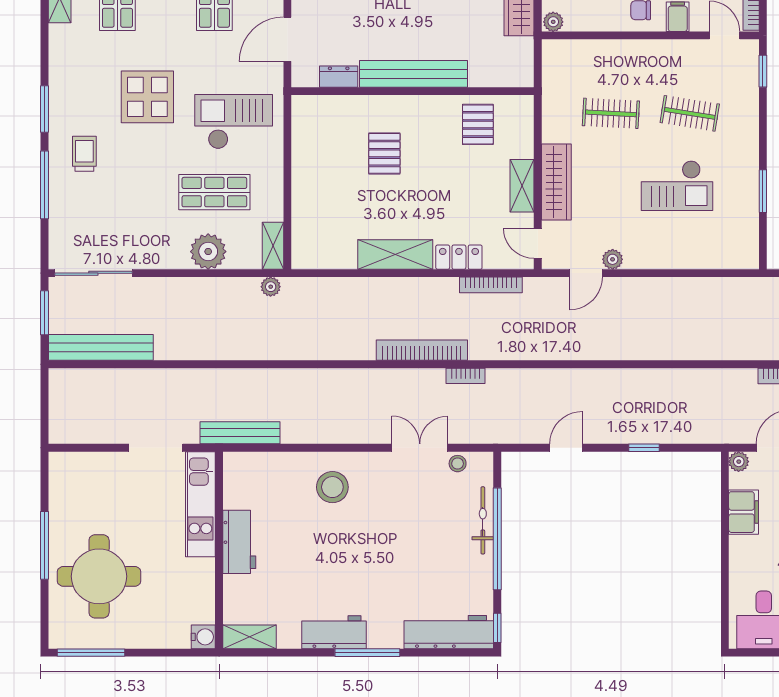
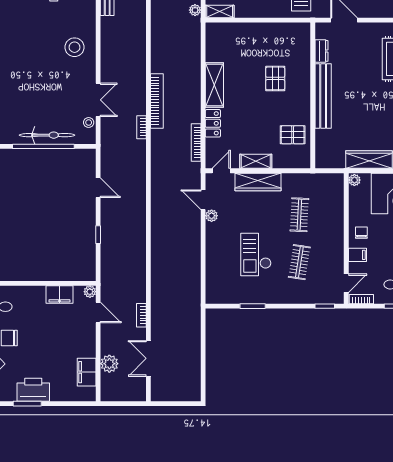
pallet: (384, 153) -> (275, 78), turned 90
bicycle: (483, 520) -> (47, 135), width x1.37, depth x1.40

